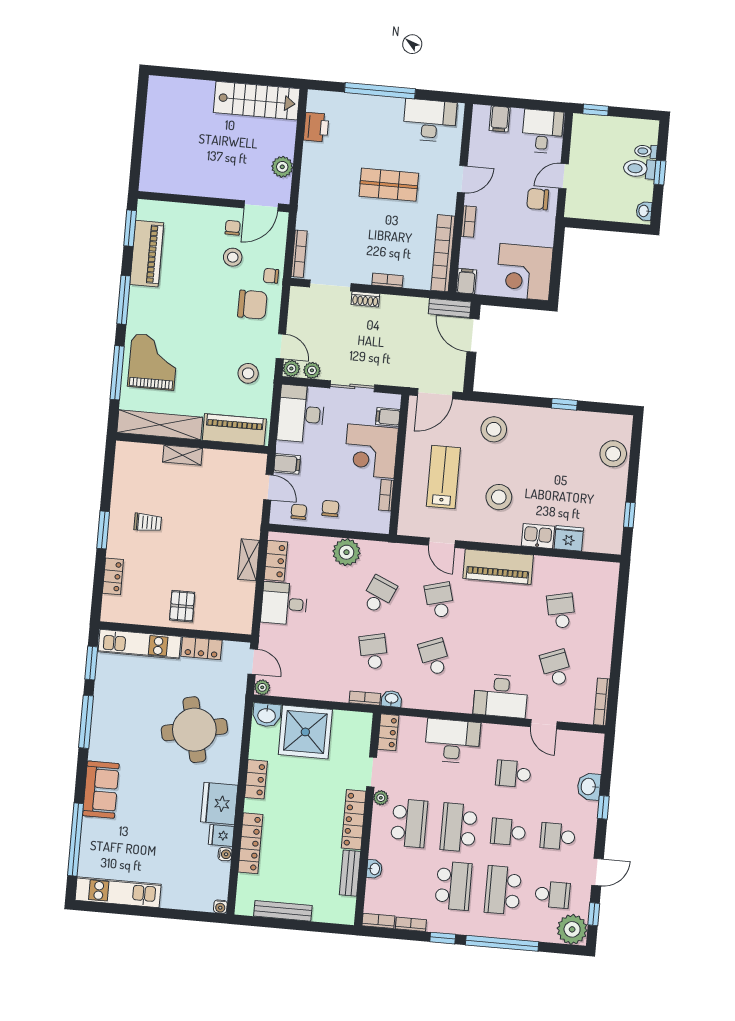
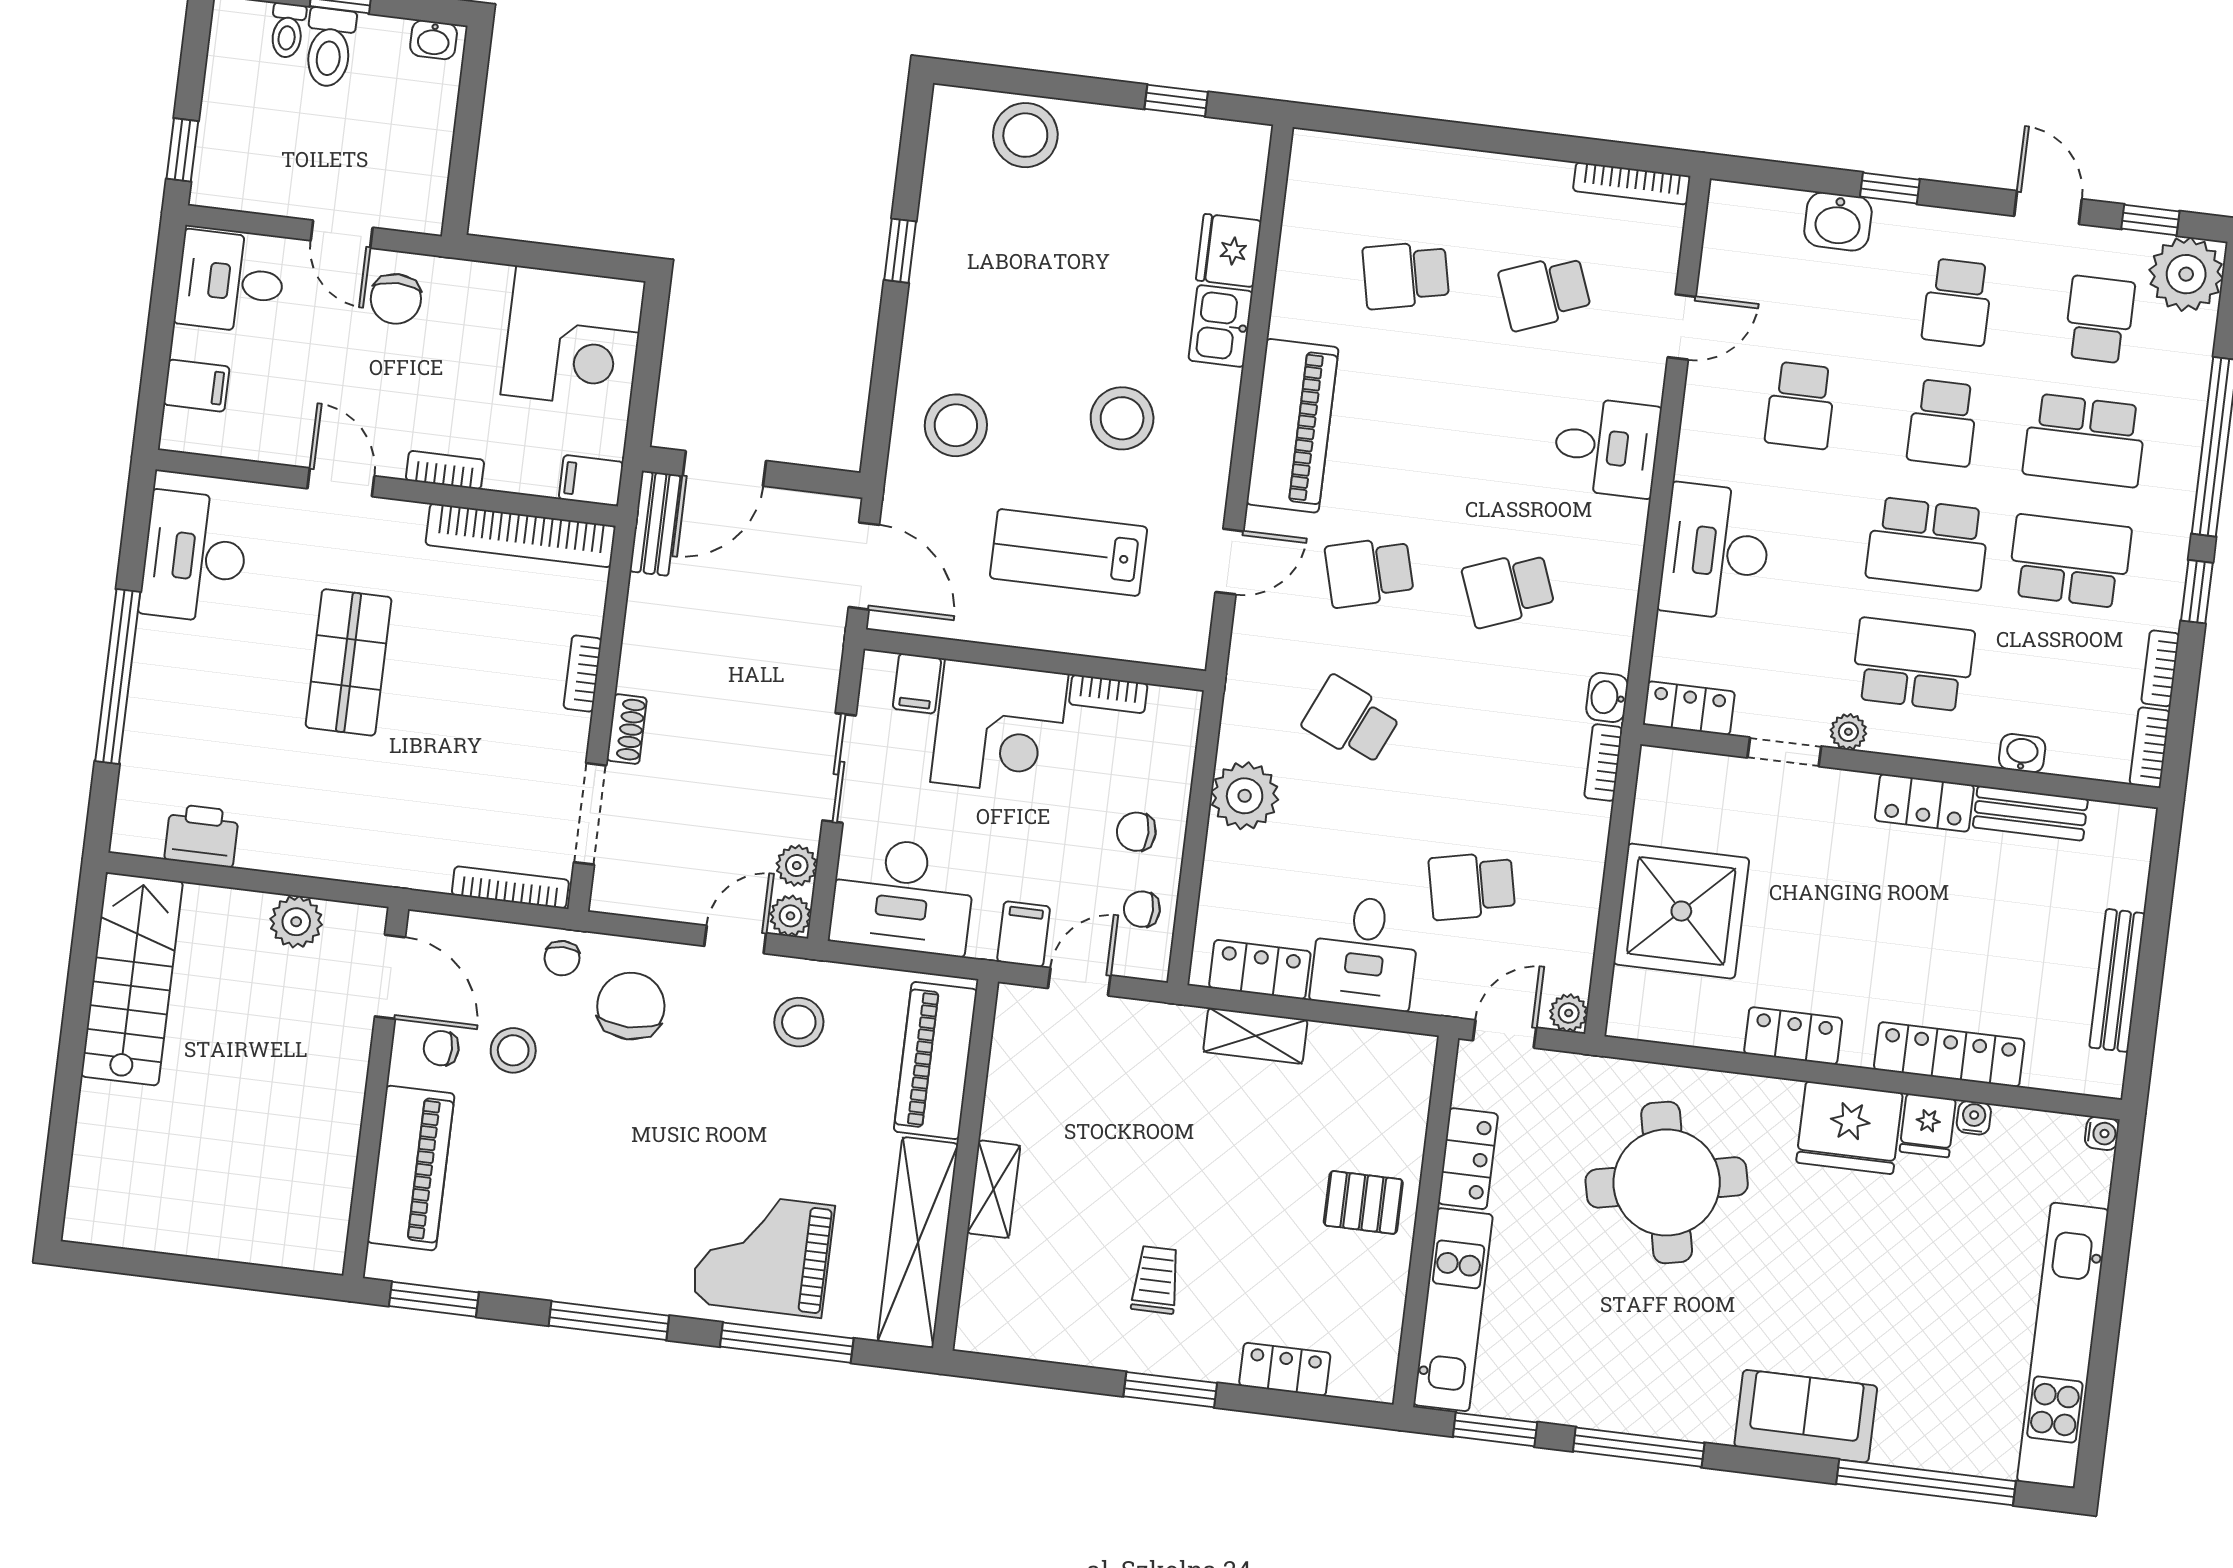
piano: (147, 254) -> (411, 1168), moved, turned 90
school desk: (374, 652) -> (1472, 886), moved
desk: (501, 696) -> (1606, 447), width x0.73
washbasin: (267, 715) -> (1637, 1004), removed
locker: (354, 820) -> (1924, 803), width x0.66
kitchen unit: (118, 892) -> (2063, 1345), width x1.36

